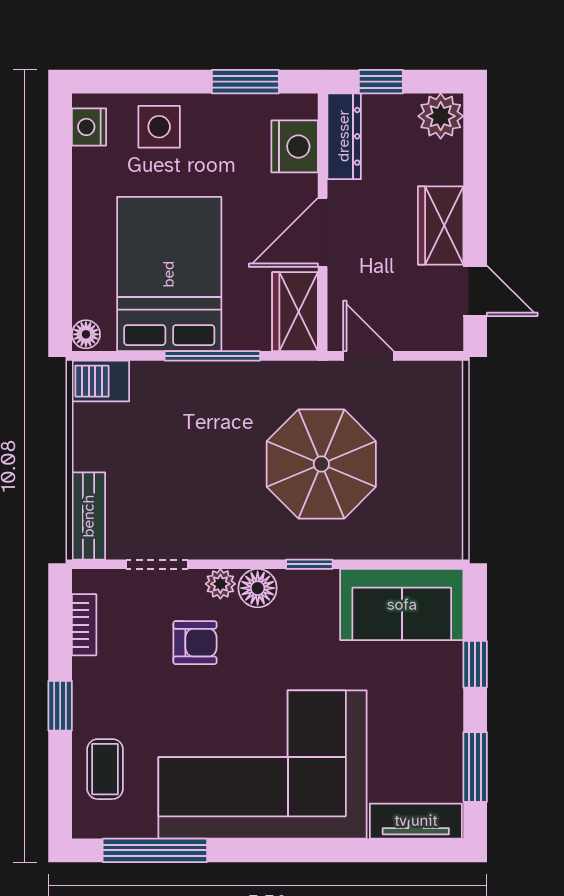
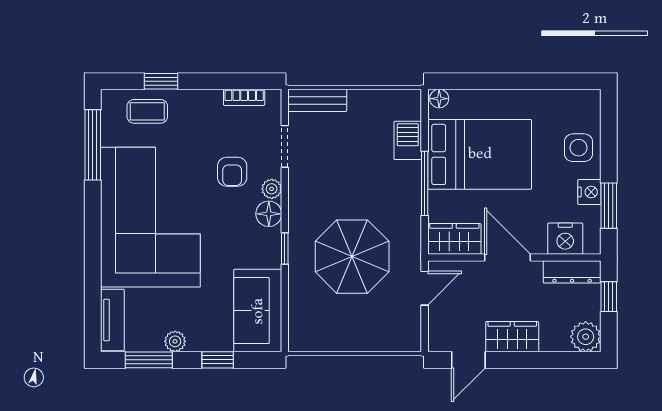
nightstand: (89, 127) -> (589, 192), moved, turned 90
barbecue: (101, 381) -> (408, 140), moved
window: (60, 706) -> (161, 81), moved
plant: (448, 728) -> (175, 341), added

